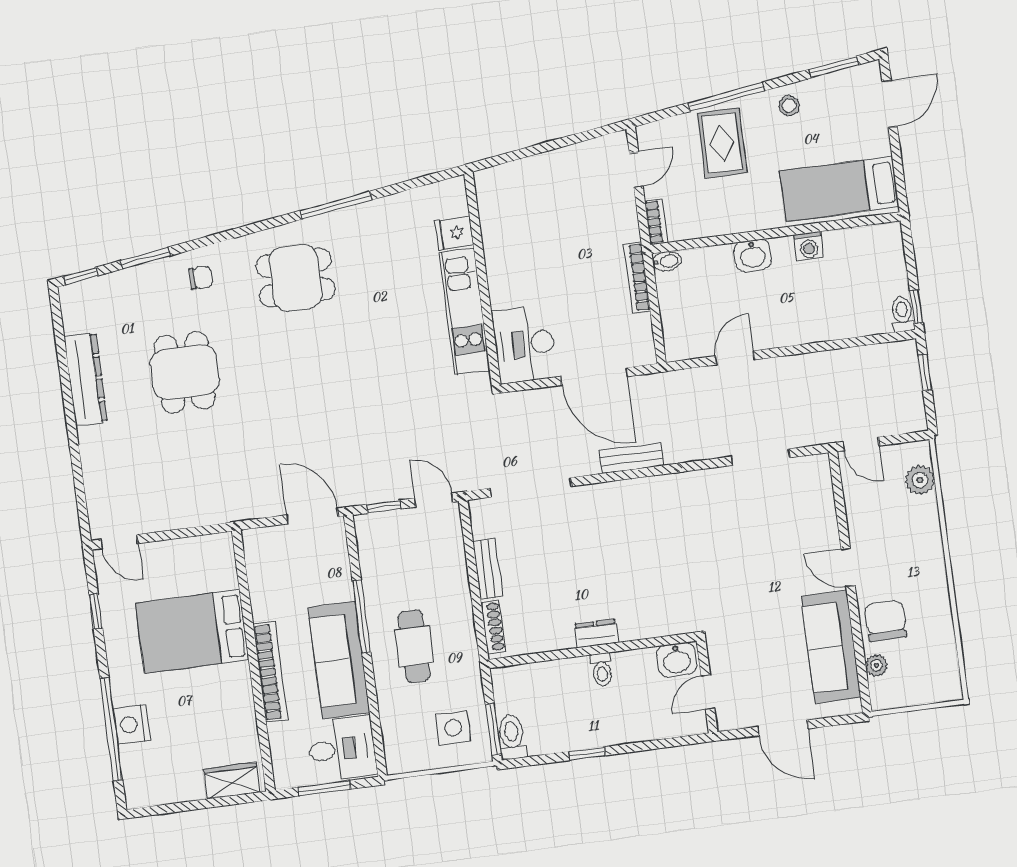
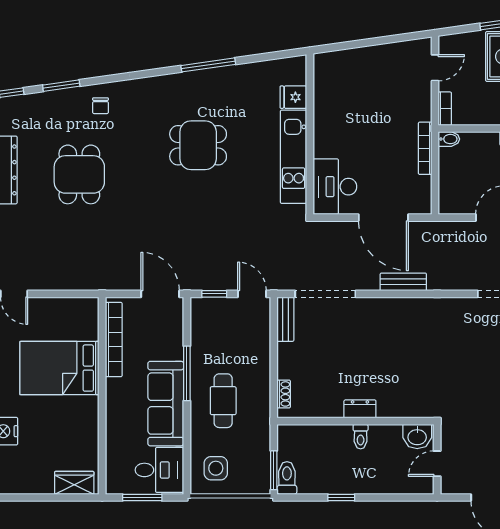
chair: (201, 278) -> (100, 106), turned 90
dining table: (295, 278) -> (198, 145), moved
bench: (488, 569) -> (285, 319), moved
shoe rack: (493, 627) -> (284, 394), width x0.70
bookcase: (270, 672) -> (114, 340), moved
side table: (453, 728) -> (216, 468), moved

